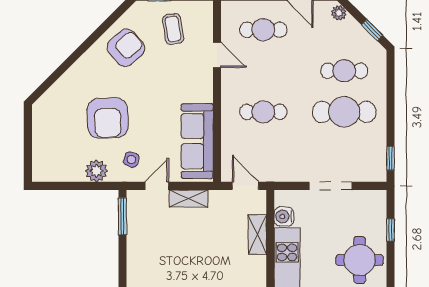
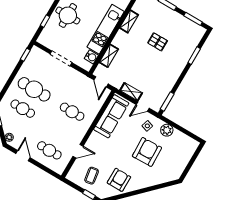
armchair: (126, 48) -> (119, 180), turned 131
door: (217, 55) -> (78, 151), swing flipped

